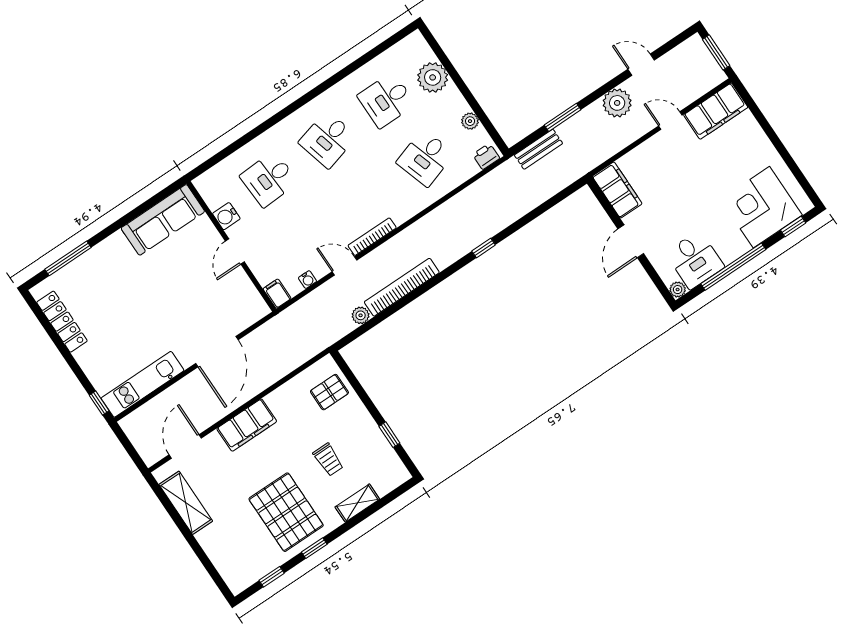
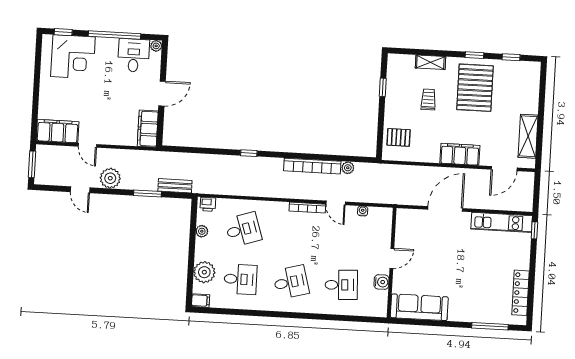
filing cabinet: (277, 294) -> (201, 301), moved, turned -90

